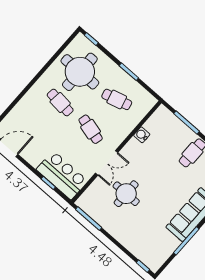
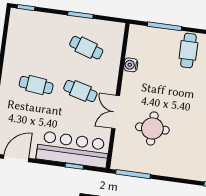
round table: (80, 72) -> (35, 45), removed
cafe table: (117, 99) -> (86, 48), turned 33
double door: (107, 163) -> (116, 112), swing flipped
bar counter: (62, 175) -> (73, 149), width x1.36

